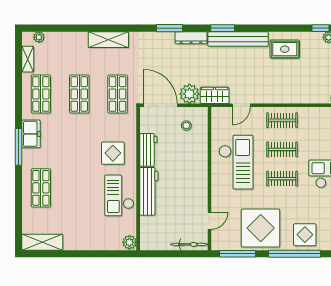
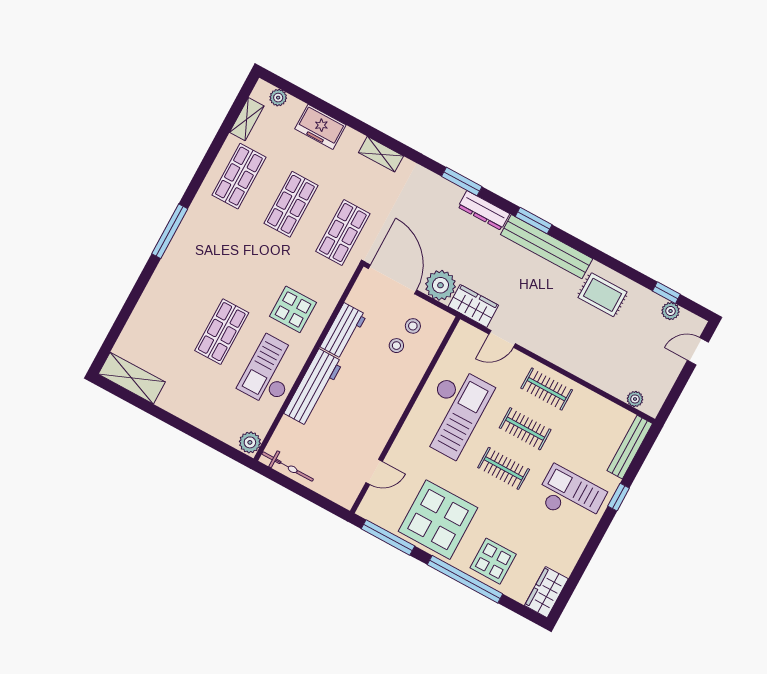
shelving: (108, 40) -> (381, 154), width x0.67, depth x0.75
freezer: (31, 134) -> (320, 127), moved, turned 90
stool: (183, 142) -> (396, 346), added
shop shelf: (41, 188) -> (222, 332), moved
bicycle: (189, 244) -> (288, 467), moved

